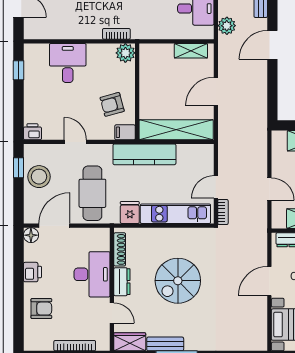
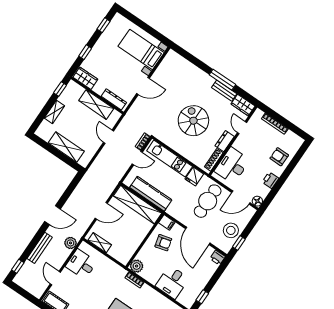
door: (75, 142) -> (198, 236), width x1.87
kitchen counter: (144, 154) -> (151, 194), moved
desk: (92, 274) -> (232, 166), moved
spiral stairs: (178, 281) -> (193, 121), turned -90

